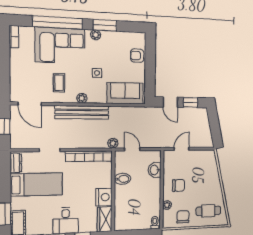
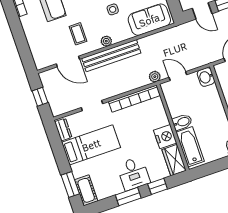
door: (30, 104) -> (68, 61), moved
washbasin: (155, 170) -> (206, 77), moved
bidet: (123, 179) -> (182, 122), moved
bathtub: (122, 212) -> (190, 147), added

